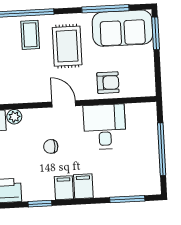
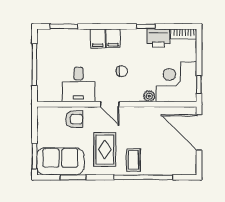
window: (105, 9) -> (73, 177), width x0.69
armchair: (108, 83) -> (74, 119), turned 180
window: (40, 204) -> (146, 27), moved

